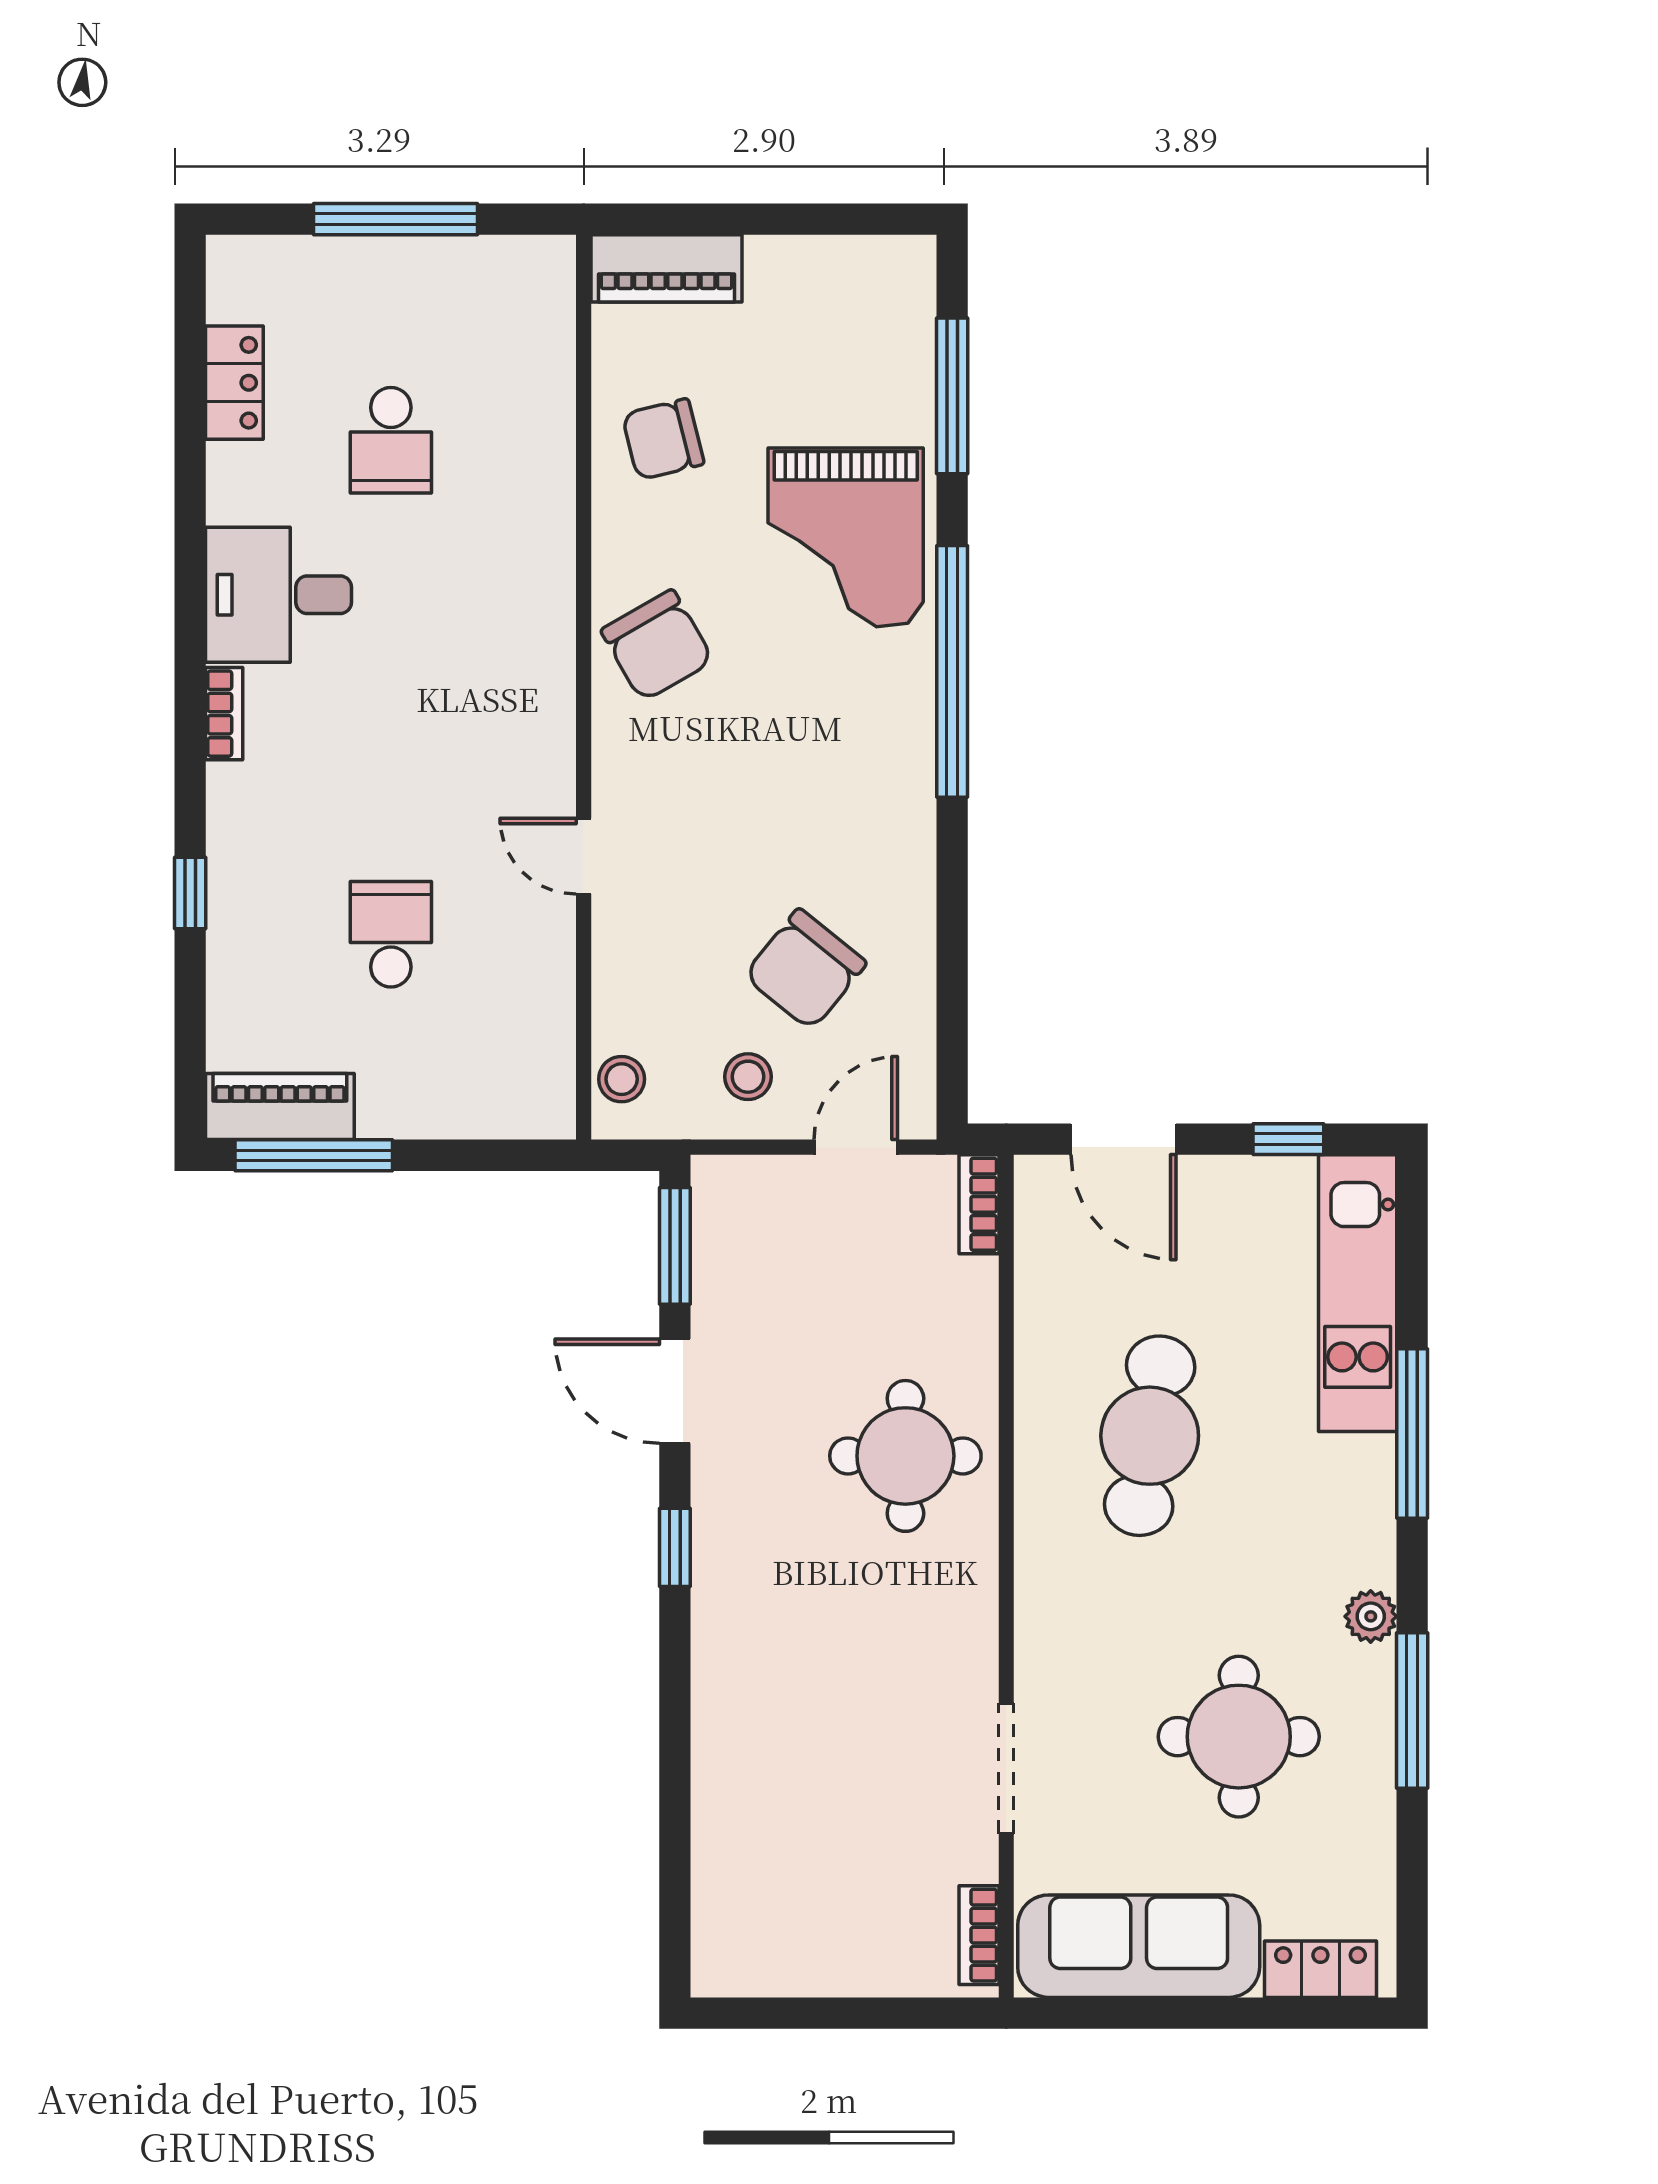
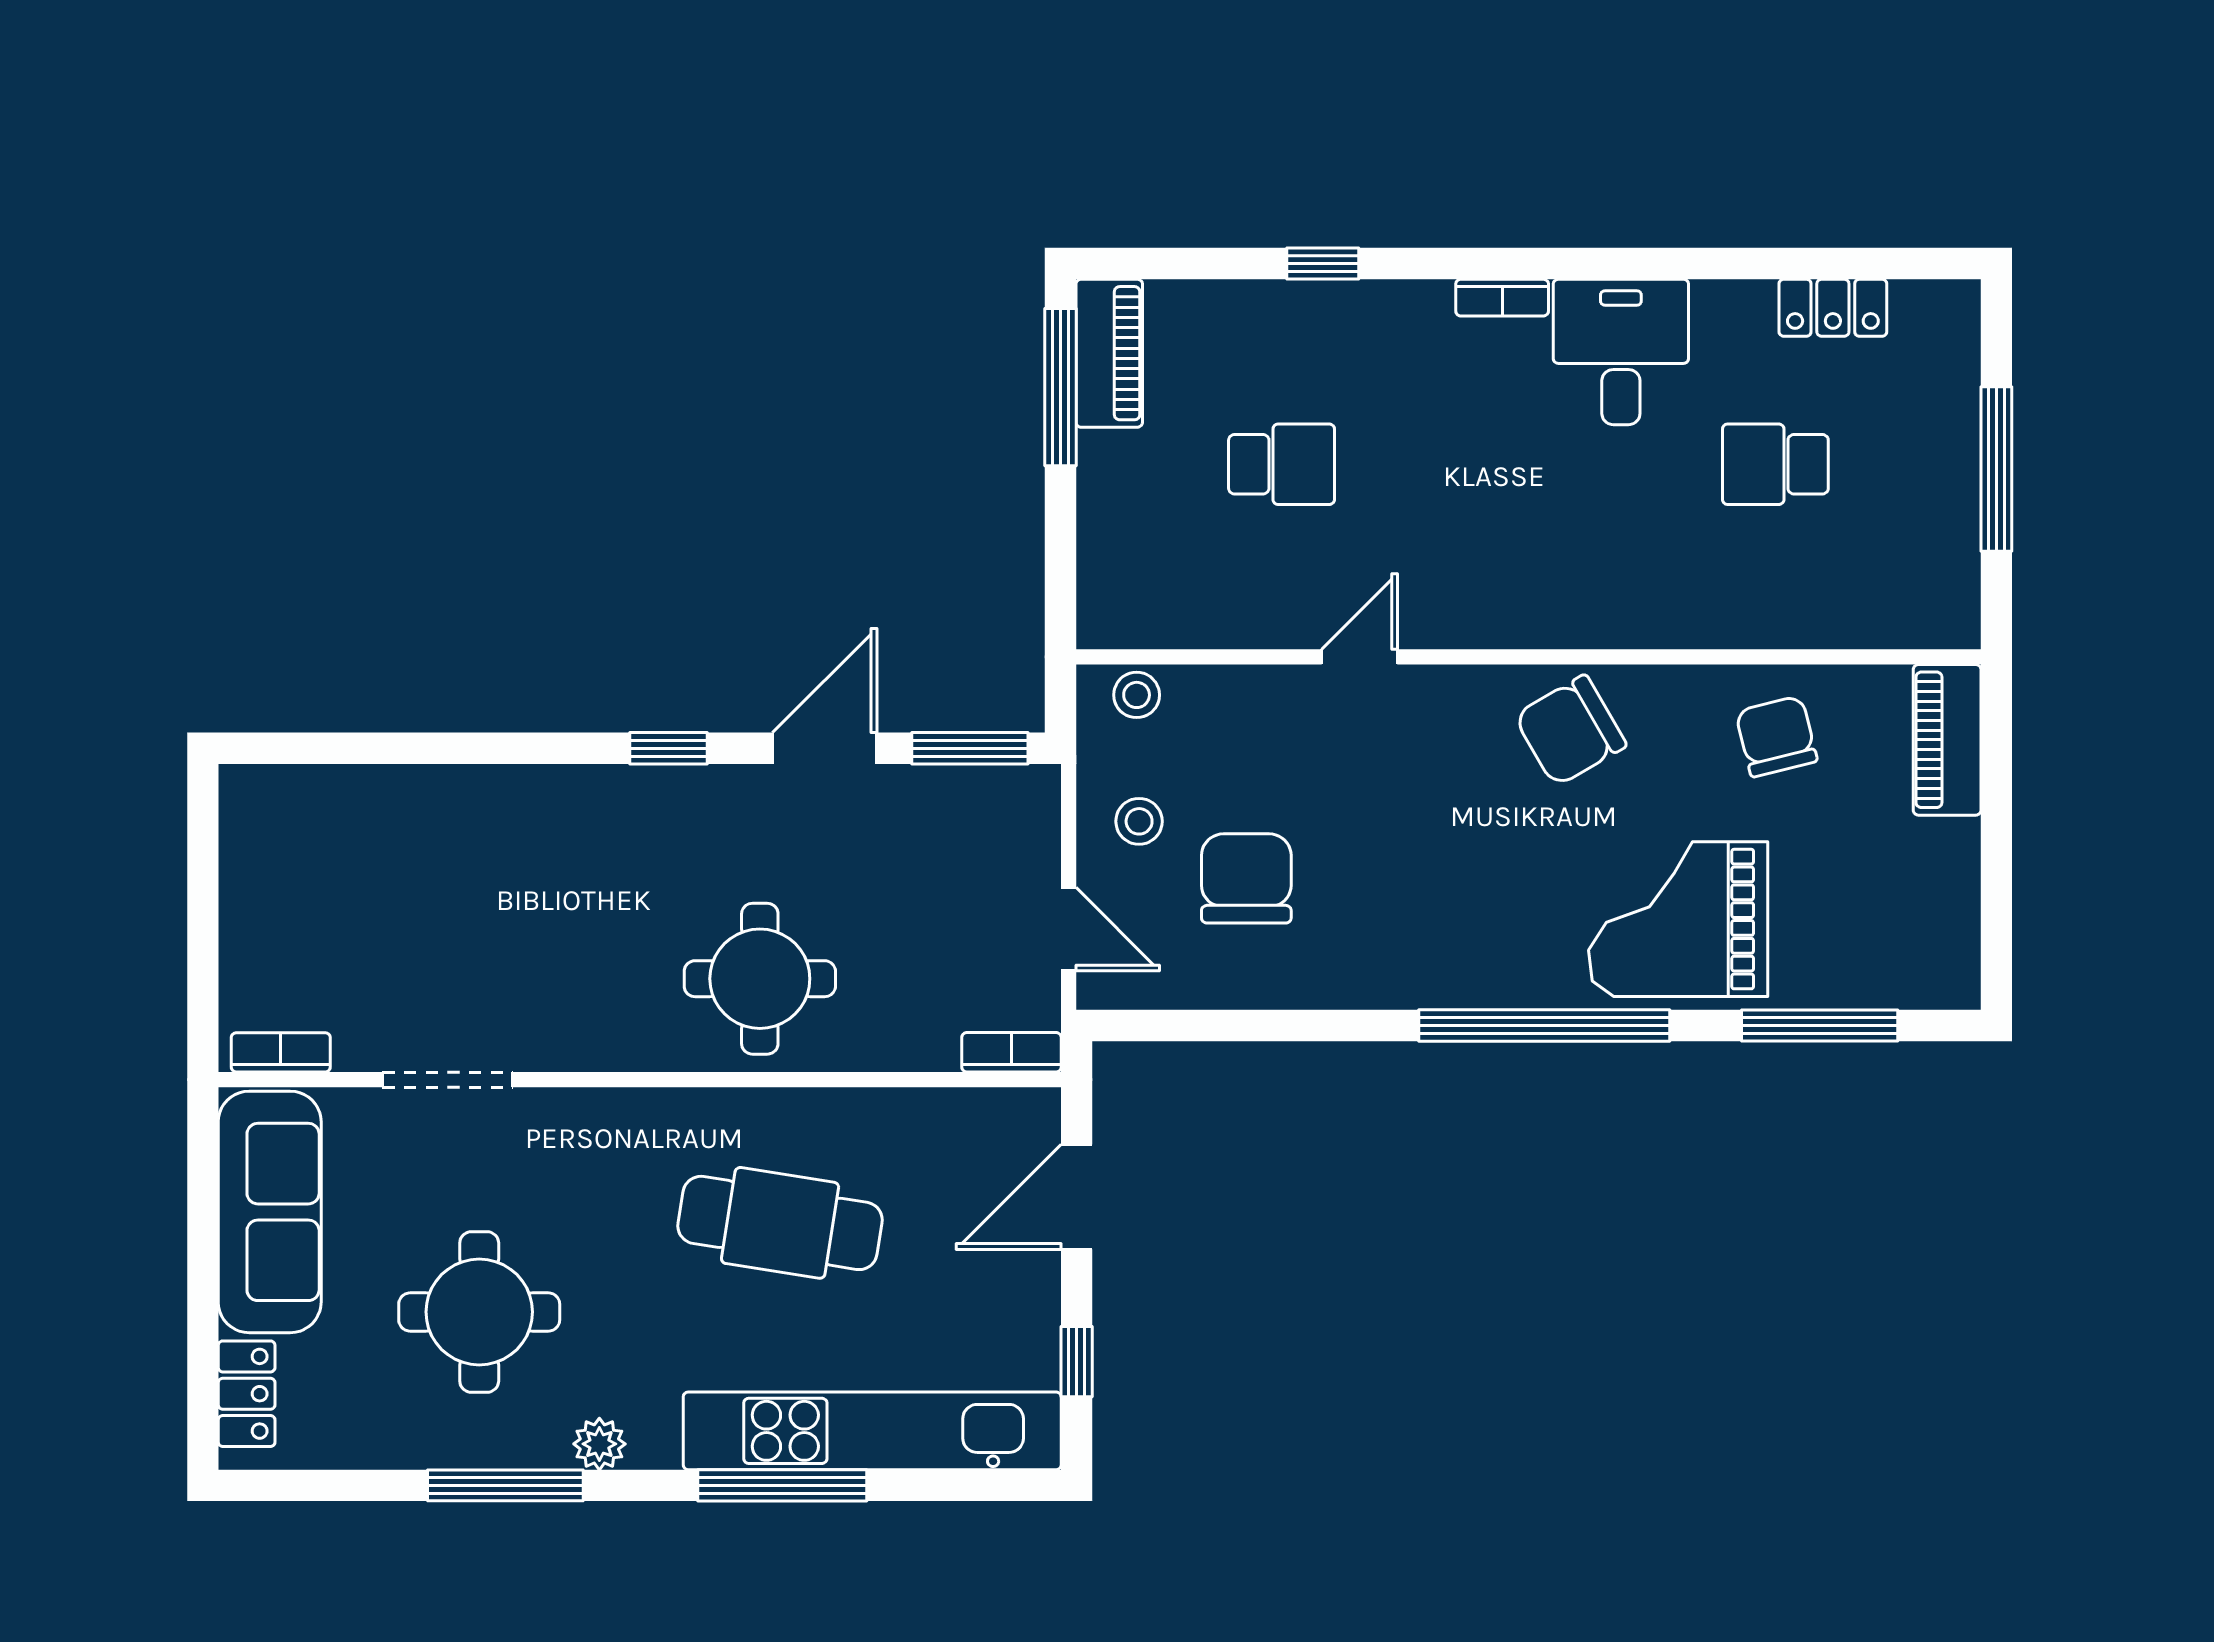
chair: (805, 969) -> (1246, 878), turned 51
kitchen unit: (1358, 1293) -> (872, 1431), width x1.36

